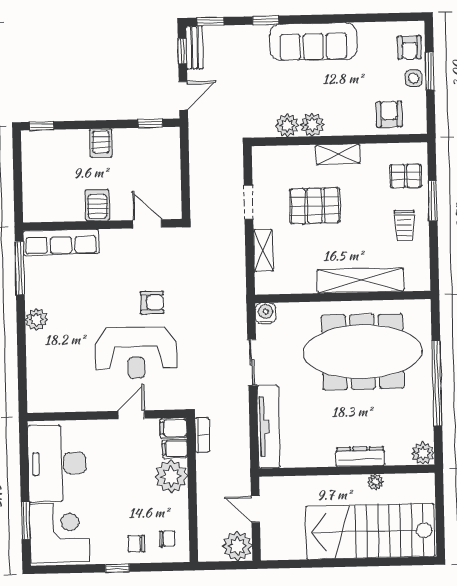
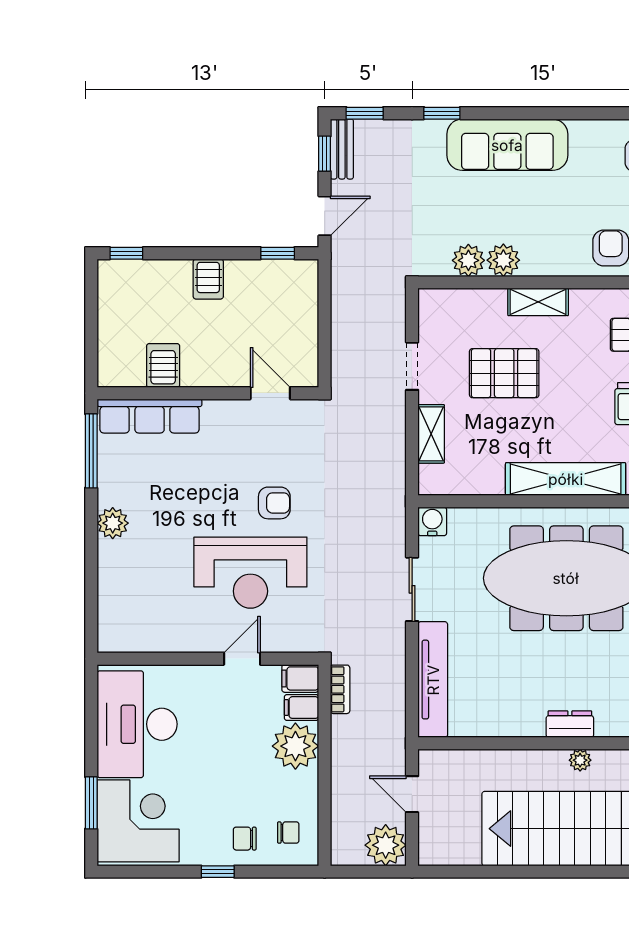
server rack: (97, 205) -> (163, 365), moved
dresser: (360, 457) -> (570, 724), width x0.70

